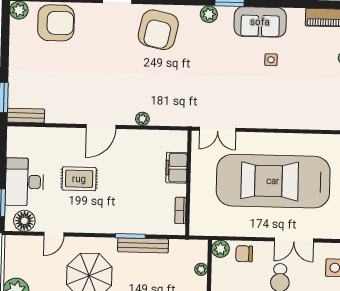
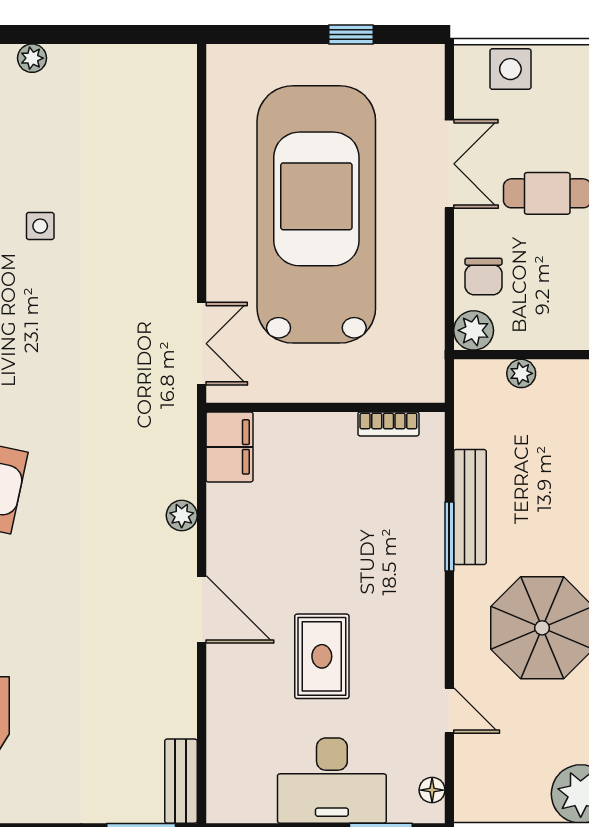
filing cabinet: (176, 168) -> (229, 447), moved, turned -90
car: (273, 181) -> (316, 214), turned 180
floor lamp: (24, 221) -> (432, 790), width x0.53, depth x0.53

